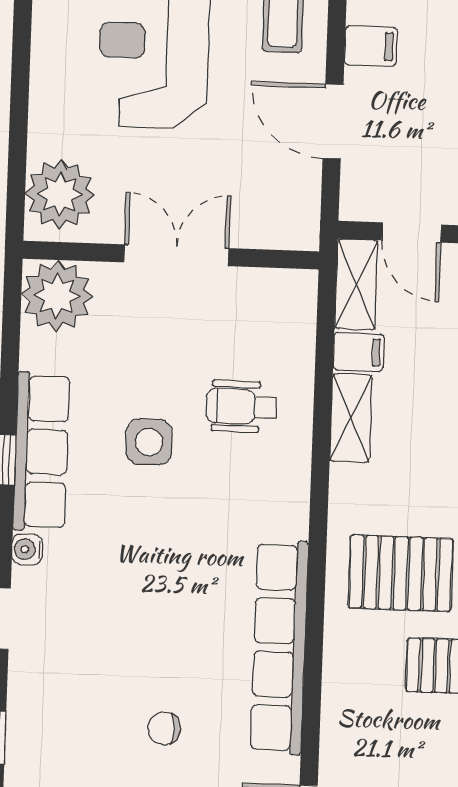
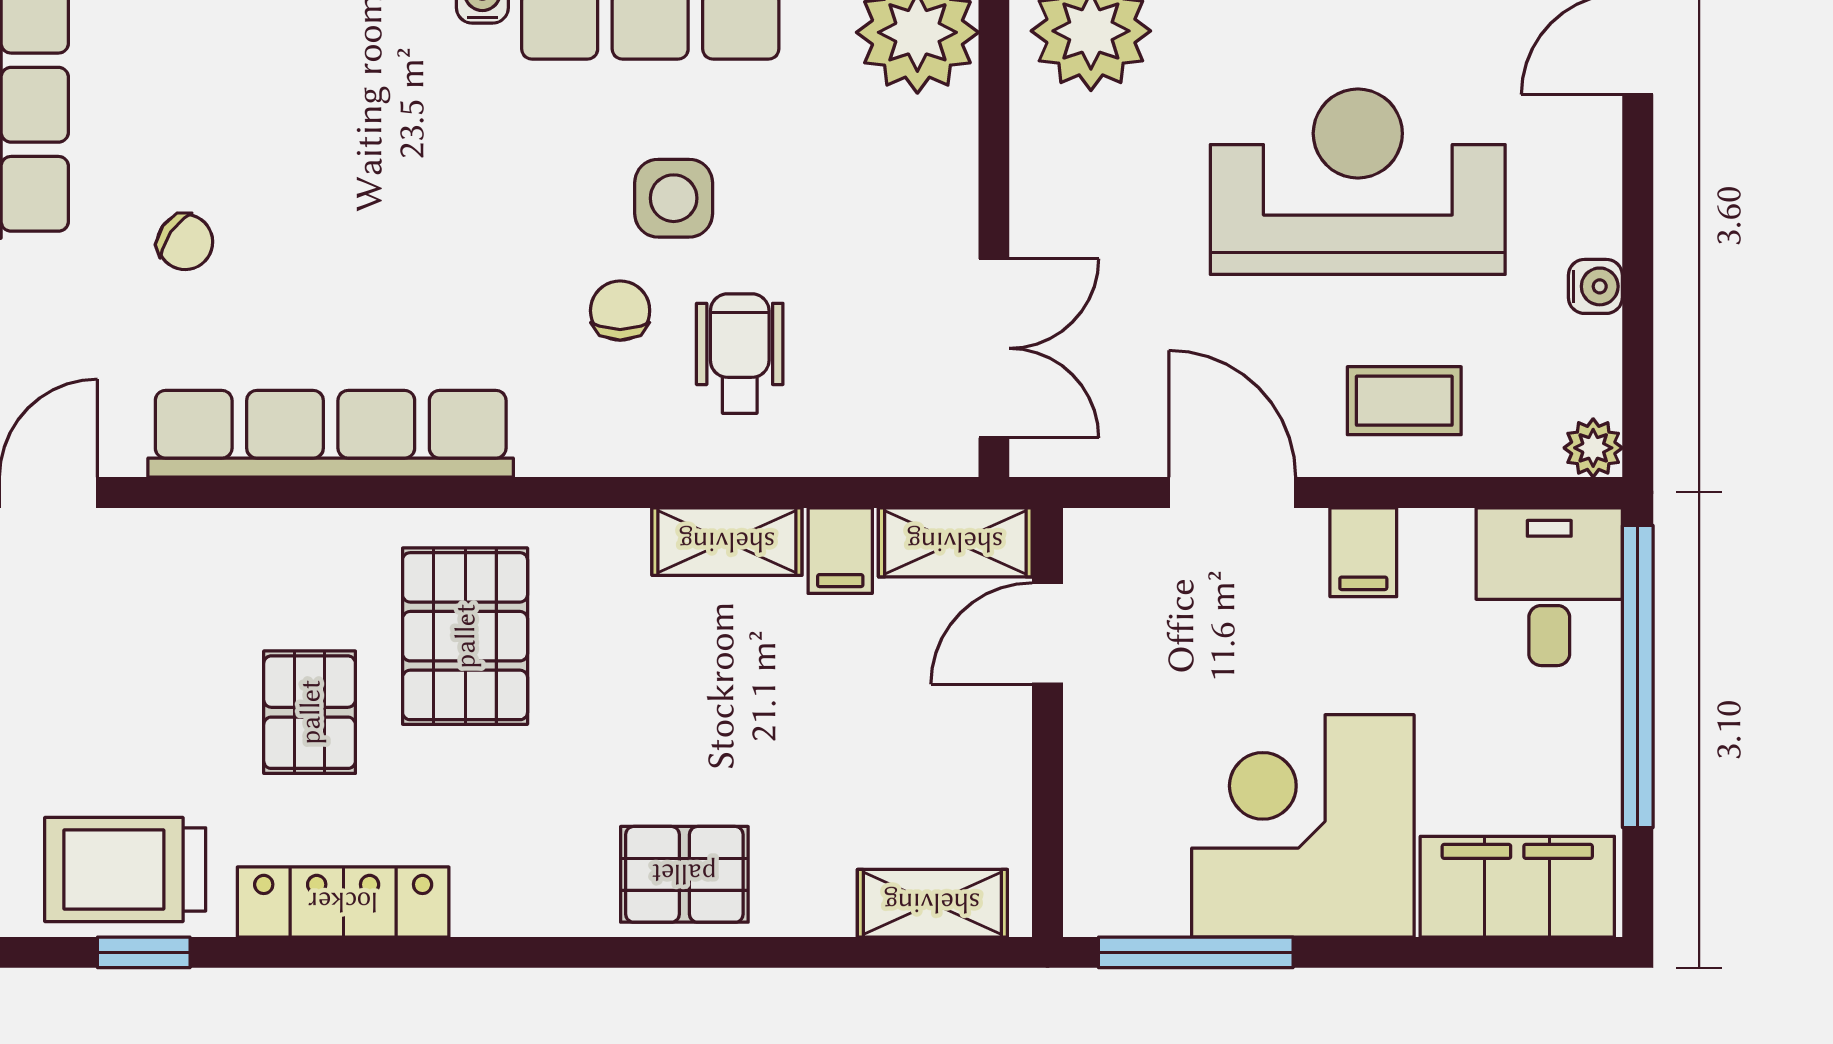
door: (333, 121) -> (1232, 492), hinge flipped
double door: (176, 255) -> (994, 348), moved
chair: (214, 476) -> (620, 311), added
chair: (164, 729) -> (185, 242), turned 125

